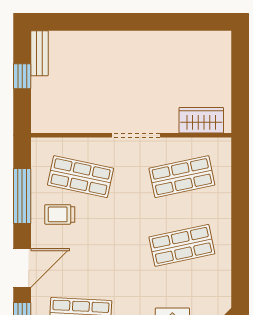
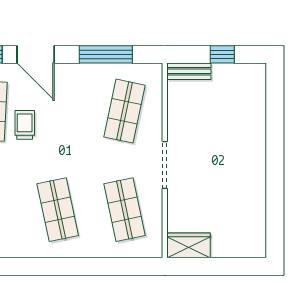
bench: (40, 53) -> (189, 71), moved
wardrobe: (201, 120) -> (188, 245), moved, turned -90
trolley: (60, 214) -> (25, 125), moved

